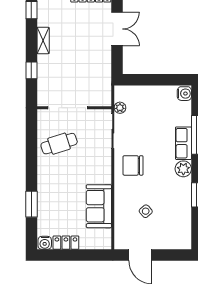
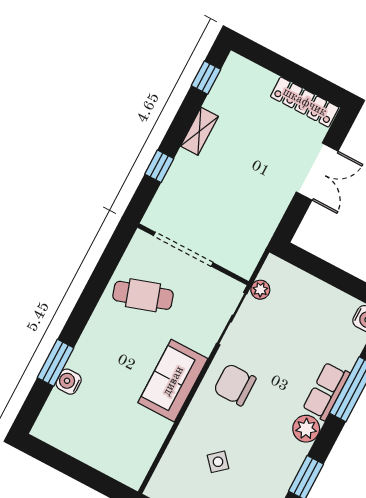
sofa: (99, 206) -> (173, 381), moved
water cooler: (45, 243) -> (69, 382), moved, turned 90
locker: (66, 243) -> (76, 446), removed

